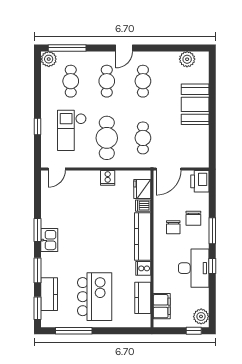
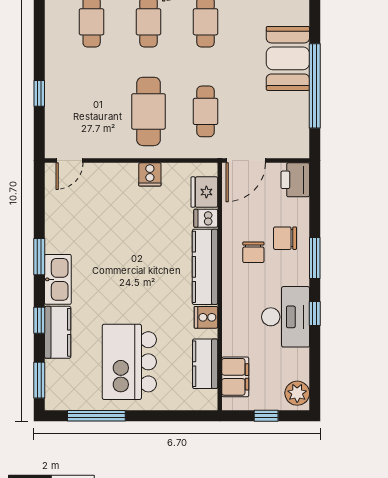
window: (212, 122) -> (315, 86), added
checkout: (72, 130) -> (93, 100), removed
chair: (193, 218) -> (285, 238), turned 90
kitchen sink: (49, 240) -> (58, 279), width x1.38
window: (38, 270) -> (39, 320), width x0.67
kitchen counter: (49, 294) -> (58, 332), moved
kitchen island: (95, 297) -> (129, 362), turned 180
window: (194, 331) -> (266, 416), moved

